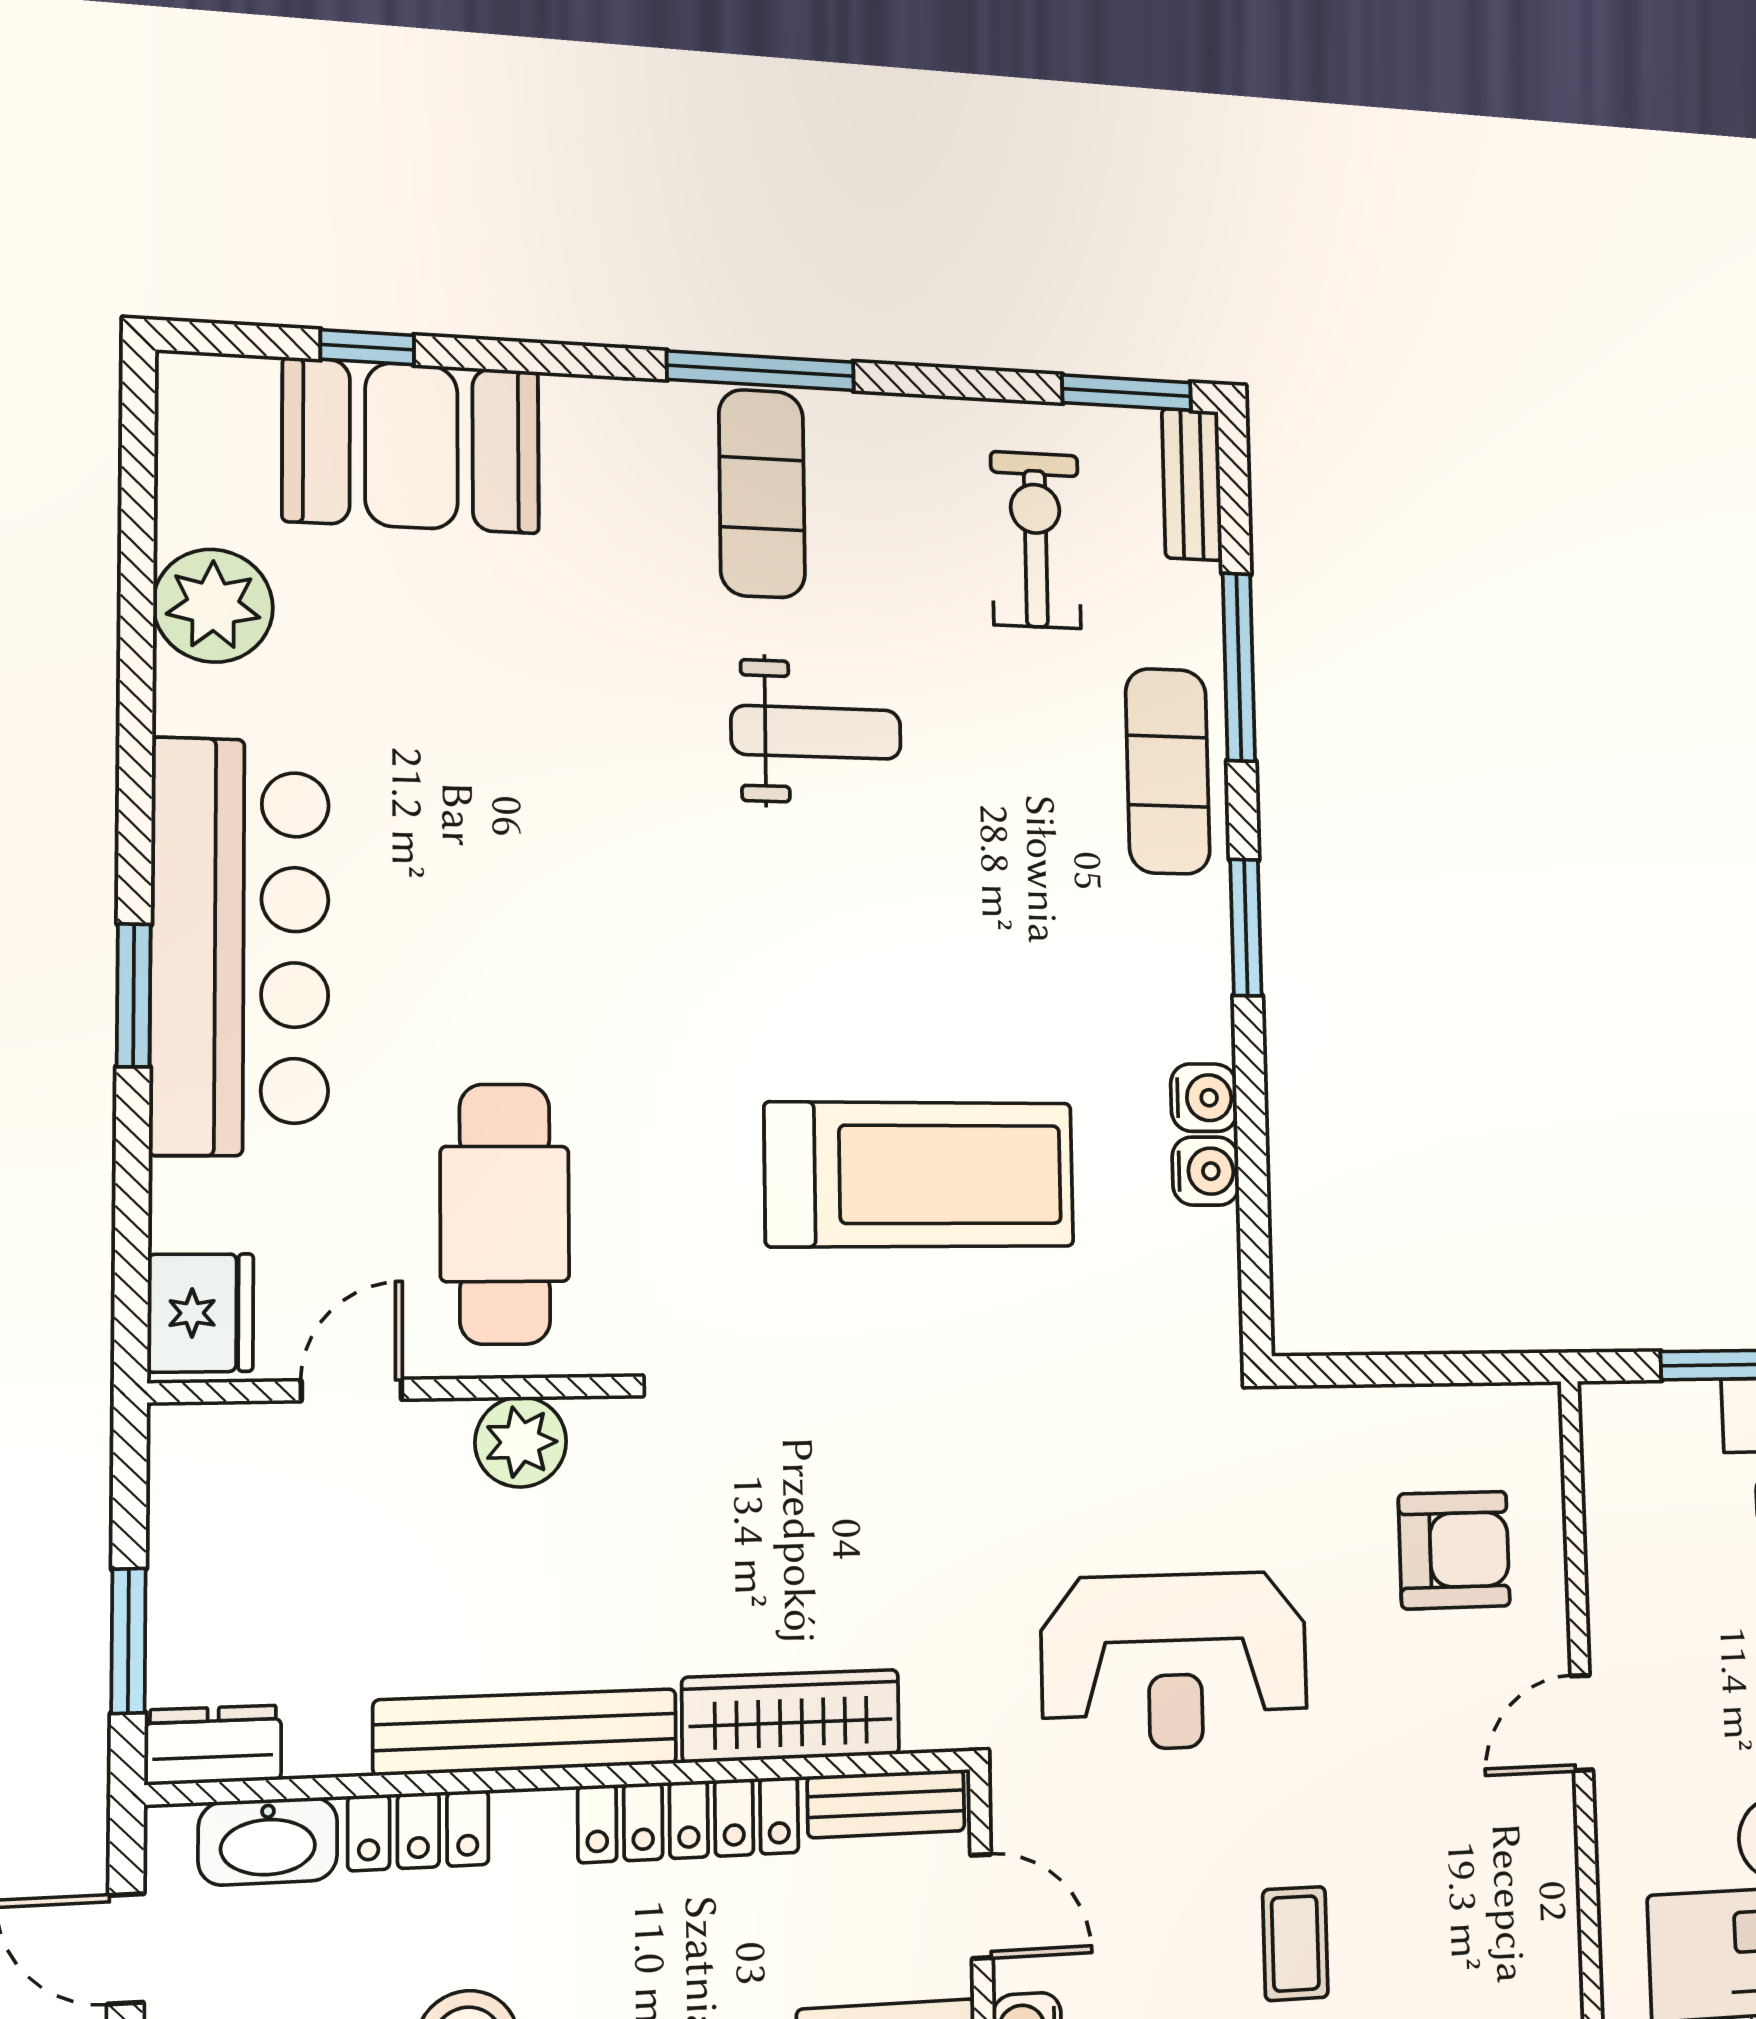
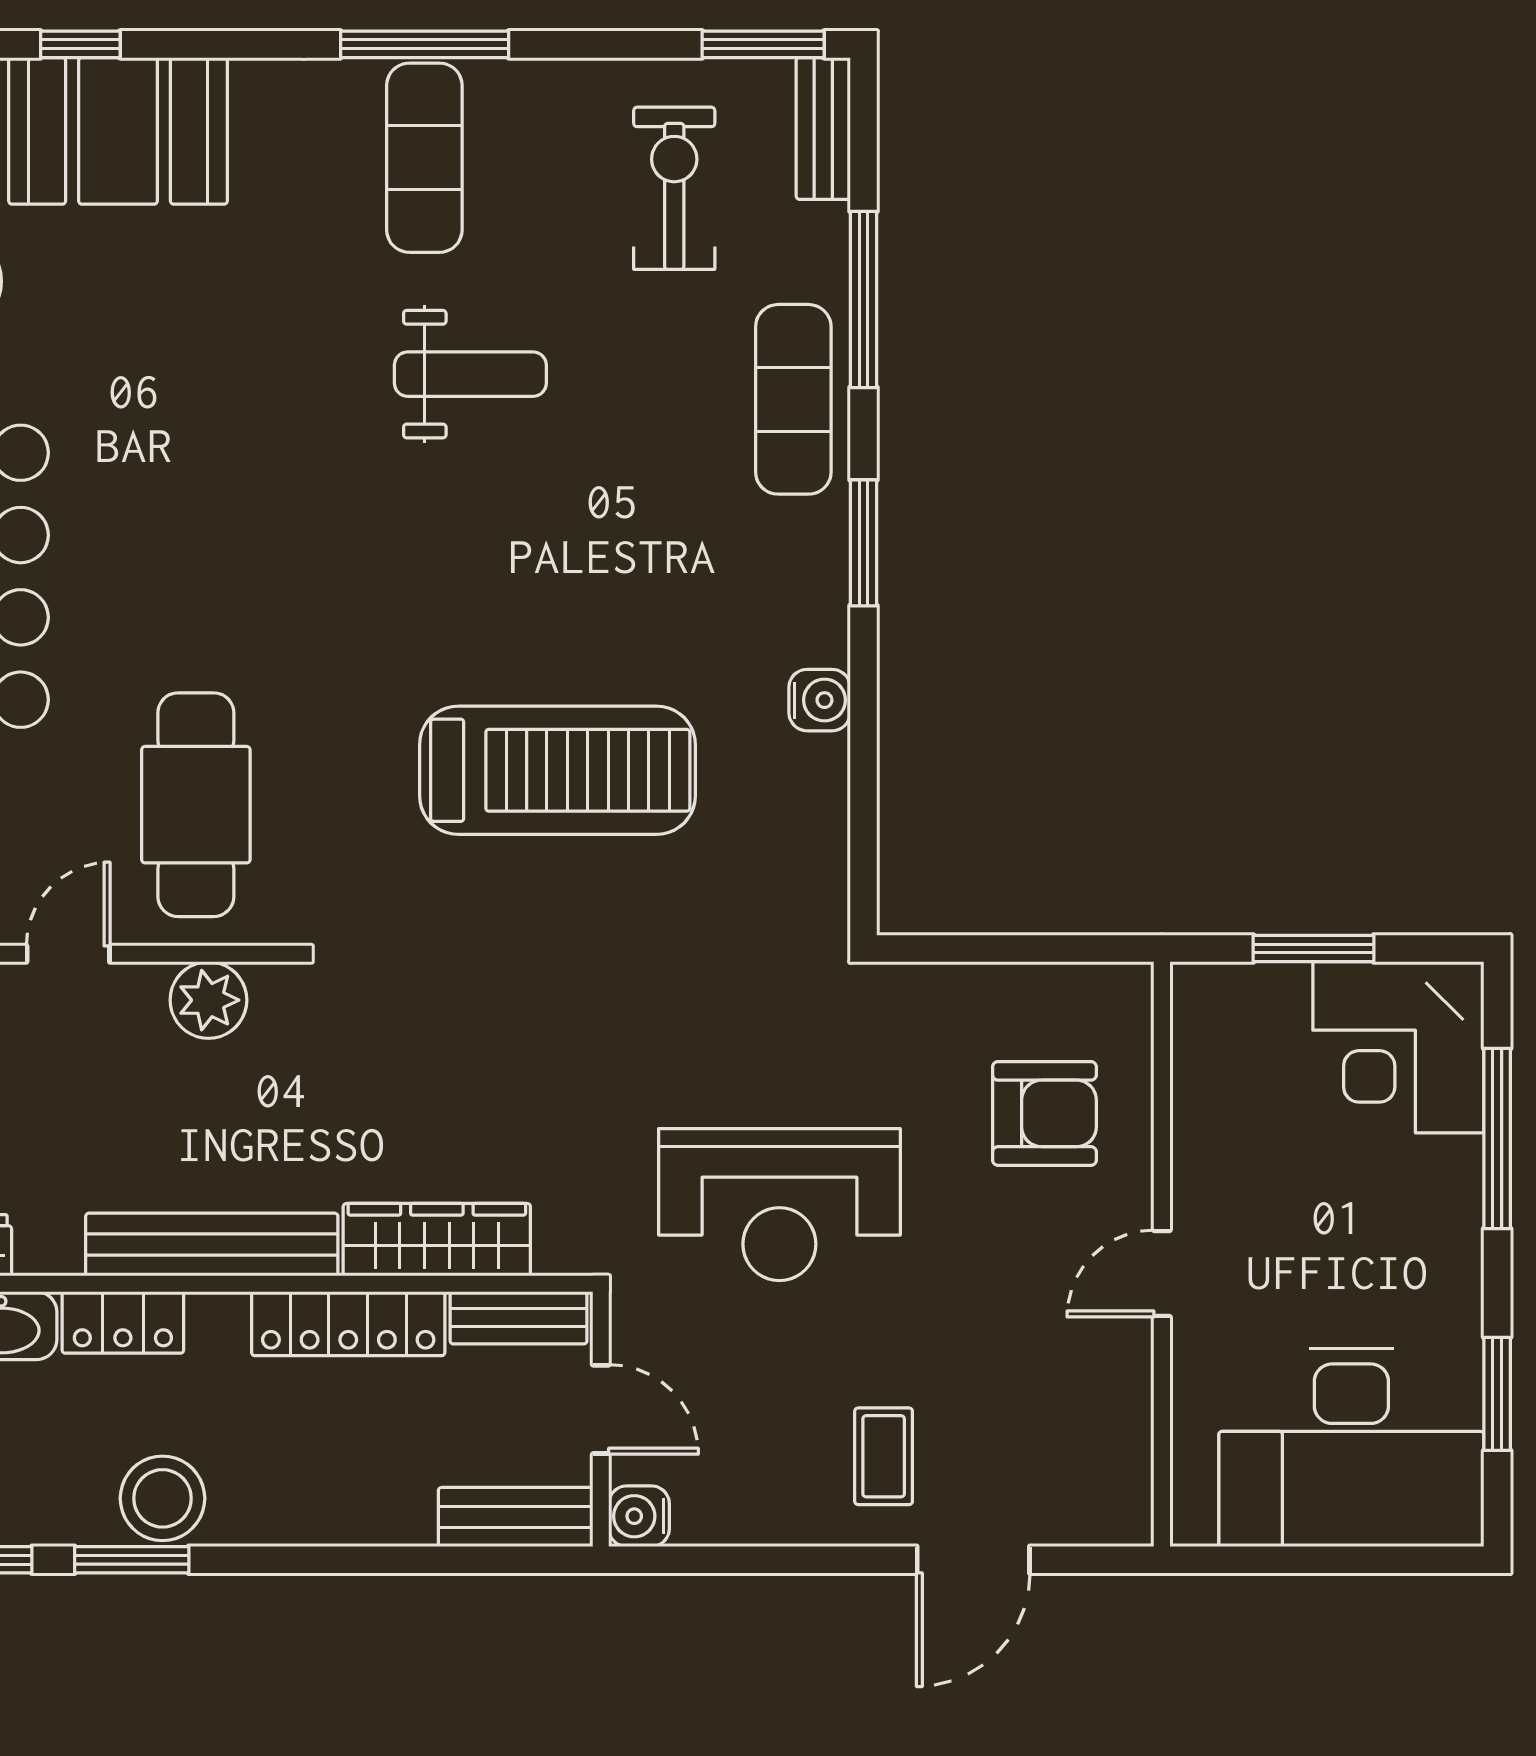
water cooler: (1206, 1171) -> (819, 767), removed

